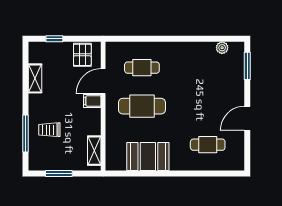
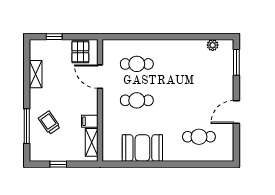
door: (103, 81) -> (100, 77), hinge flipped
filing cabinet: (92, 101) -> (90, 121), moved
cafe table: (142, 106) -> (137, 100), width x0.73, depth x0.74
trolley: (49, 130) -> (49, 123), turned 55
window: (59, 174) -> (58, 164), width x0.67

